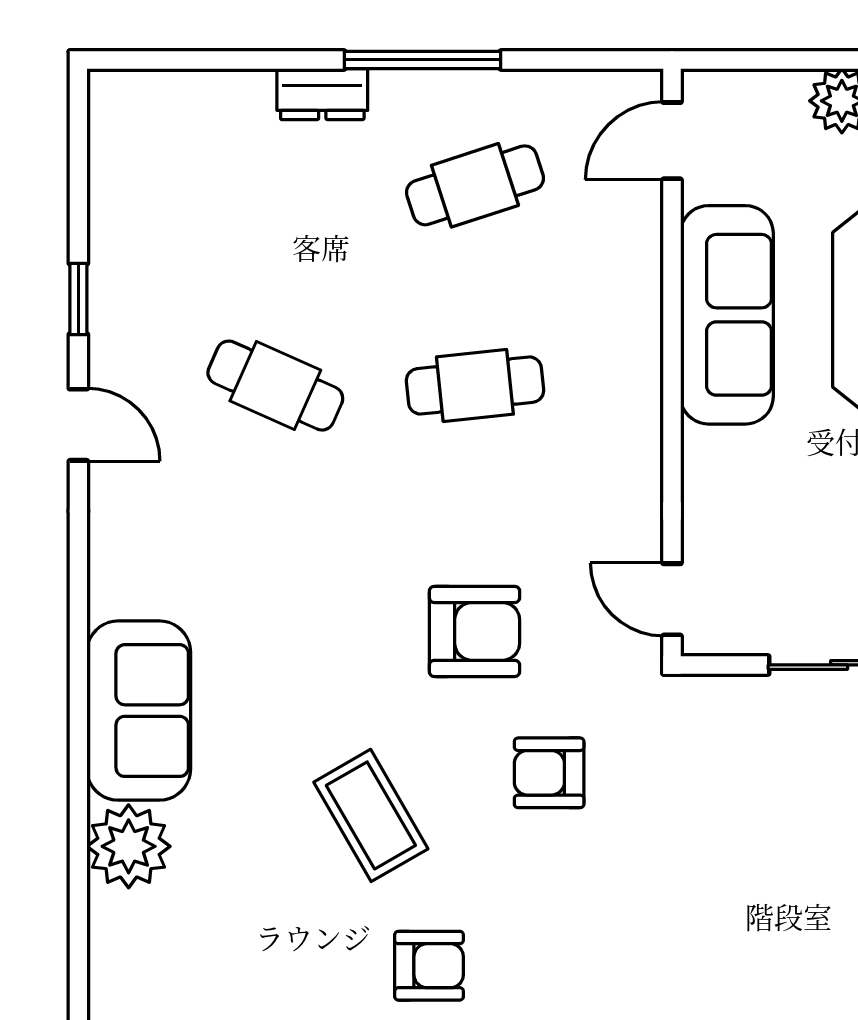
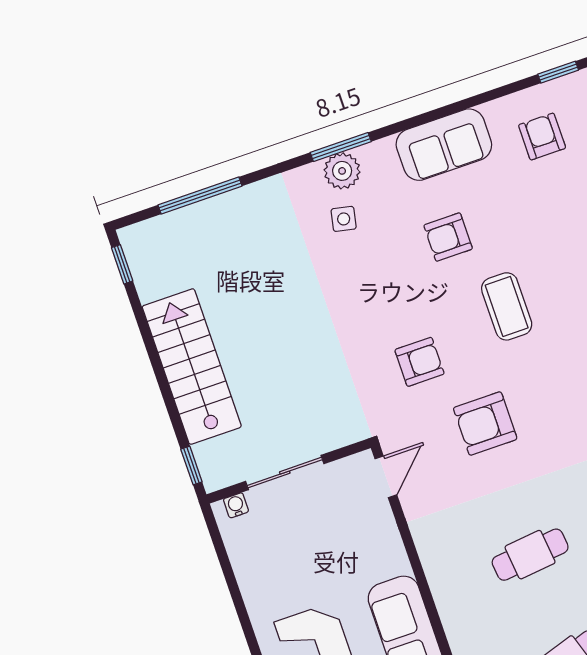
door: (672, 599) -> (386, 477), hinge flipped
coffee table: (371, 815) -> (507, 306), turned 30

